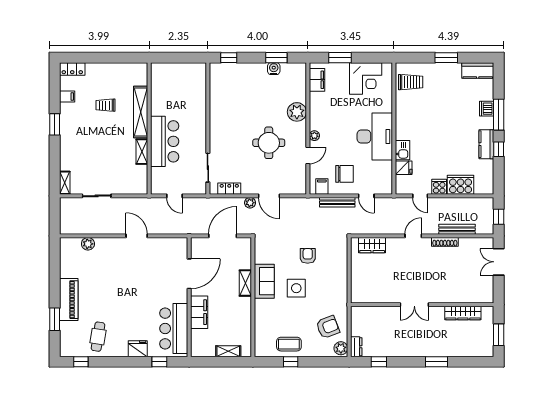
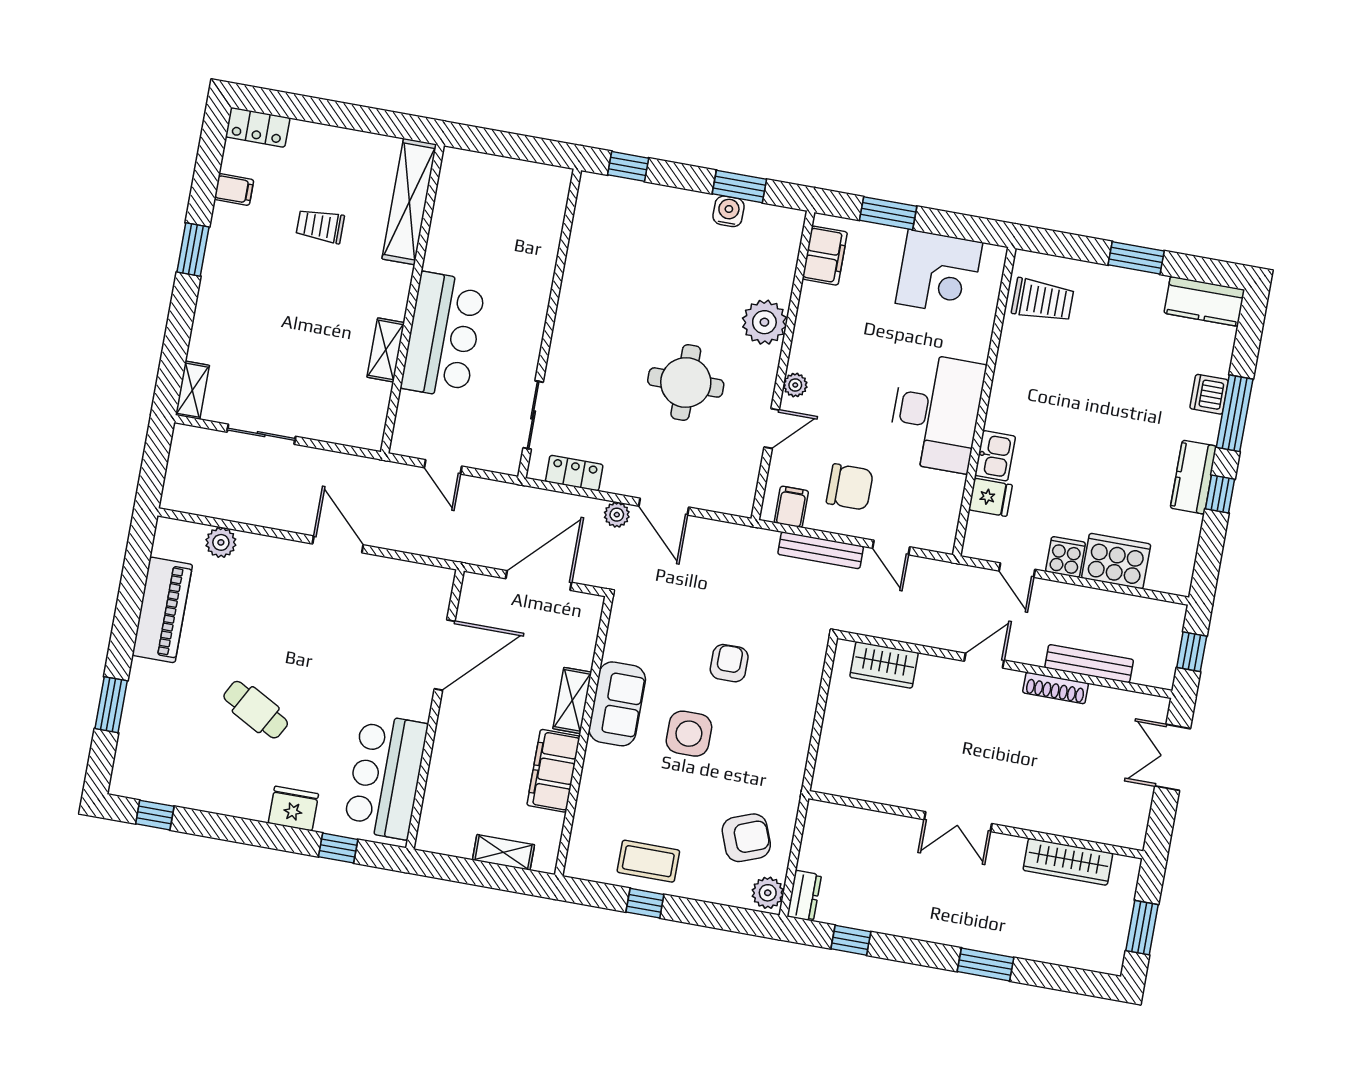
shelving: (141, 112) -> (409, 202), moved
piano: (69, 300) -> (162, 610), moved
filing cabinet: (199, 312) -> (553, 771), moved, turned 180
cafe table: (98, 337) -> (256, 710), moved, turned -70

